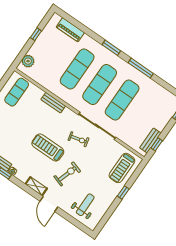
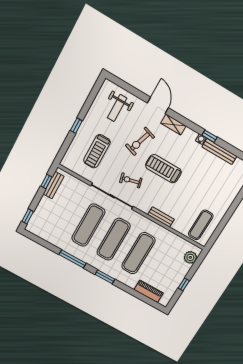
treadmill: (48, 147) -> (163, 169), turned 180
treadmill: (122, 168) -> (97, 151), moved, turned 180

